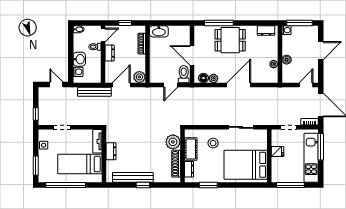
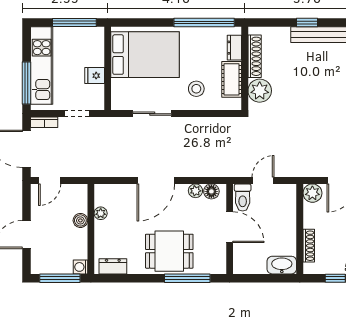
window: (208, 185) -> (204, 22), width x2.11

